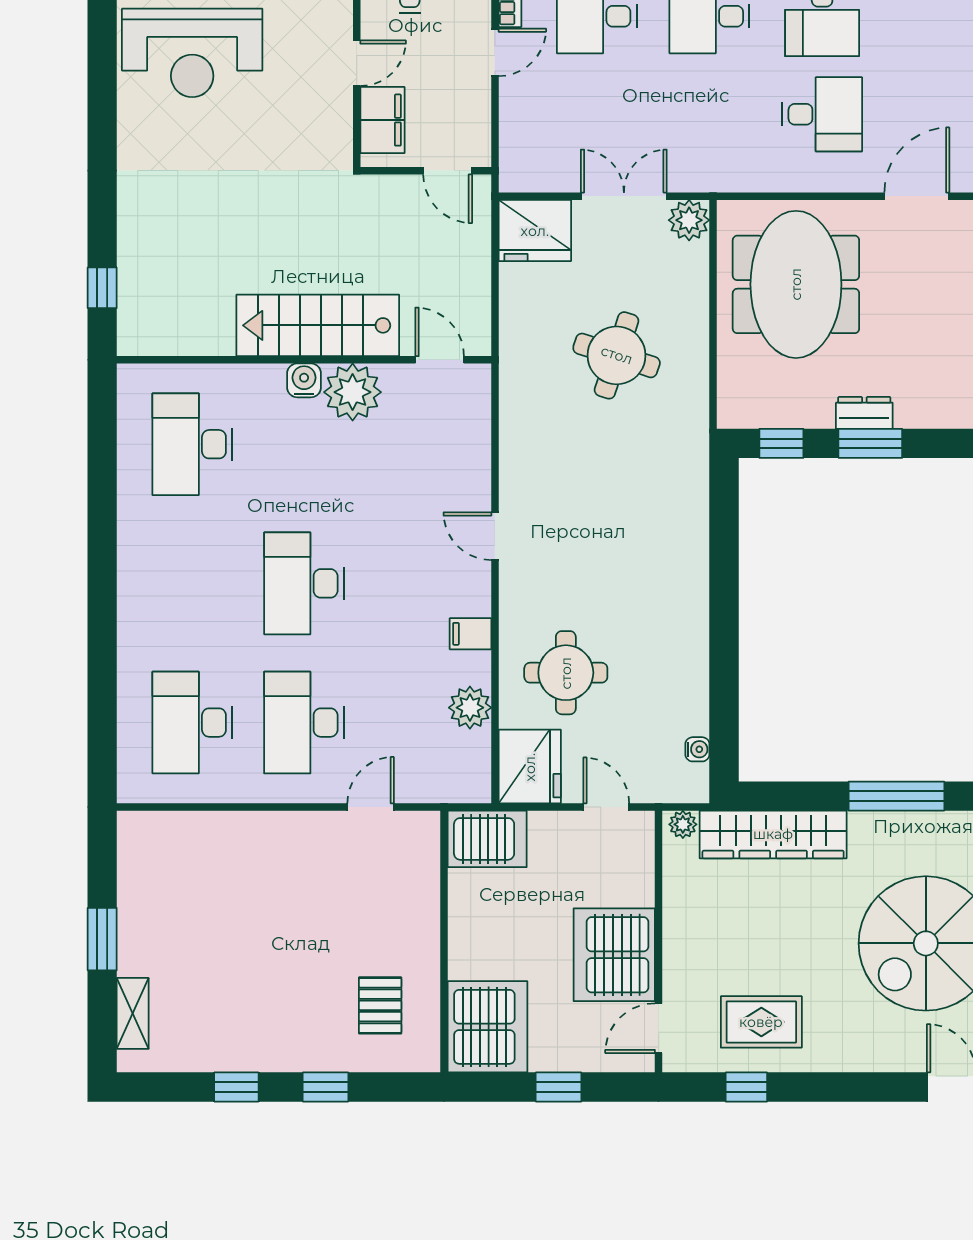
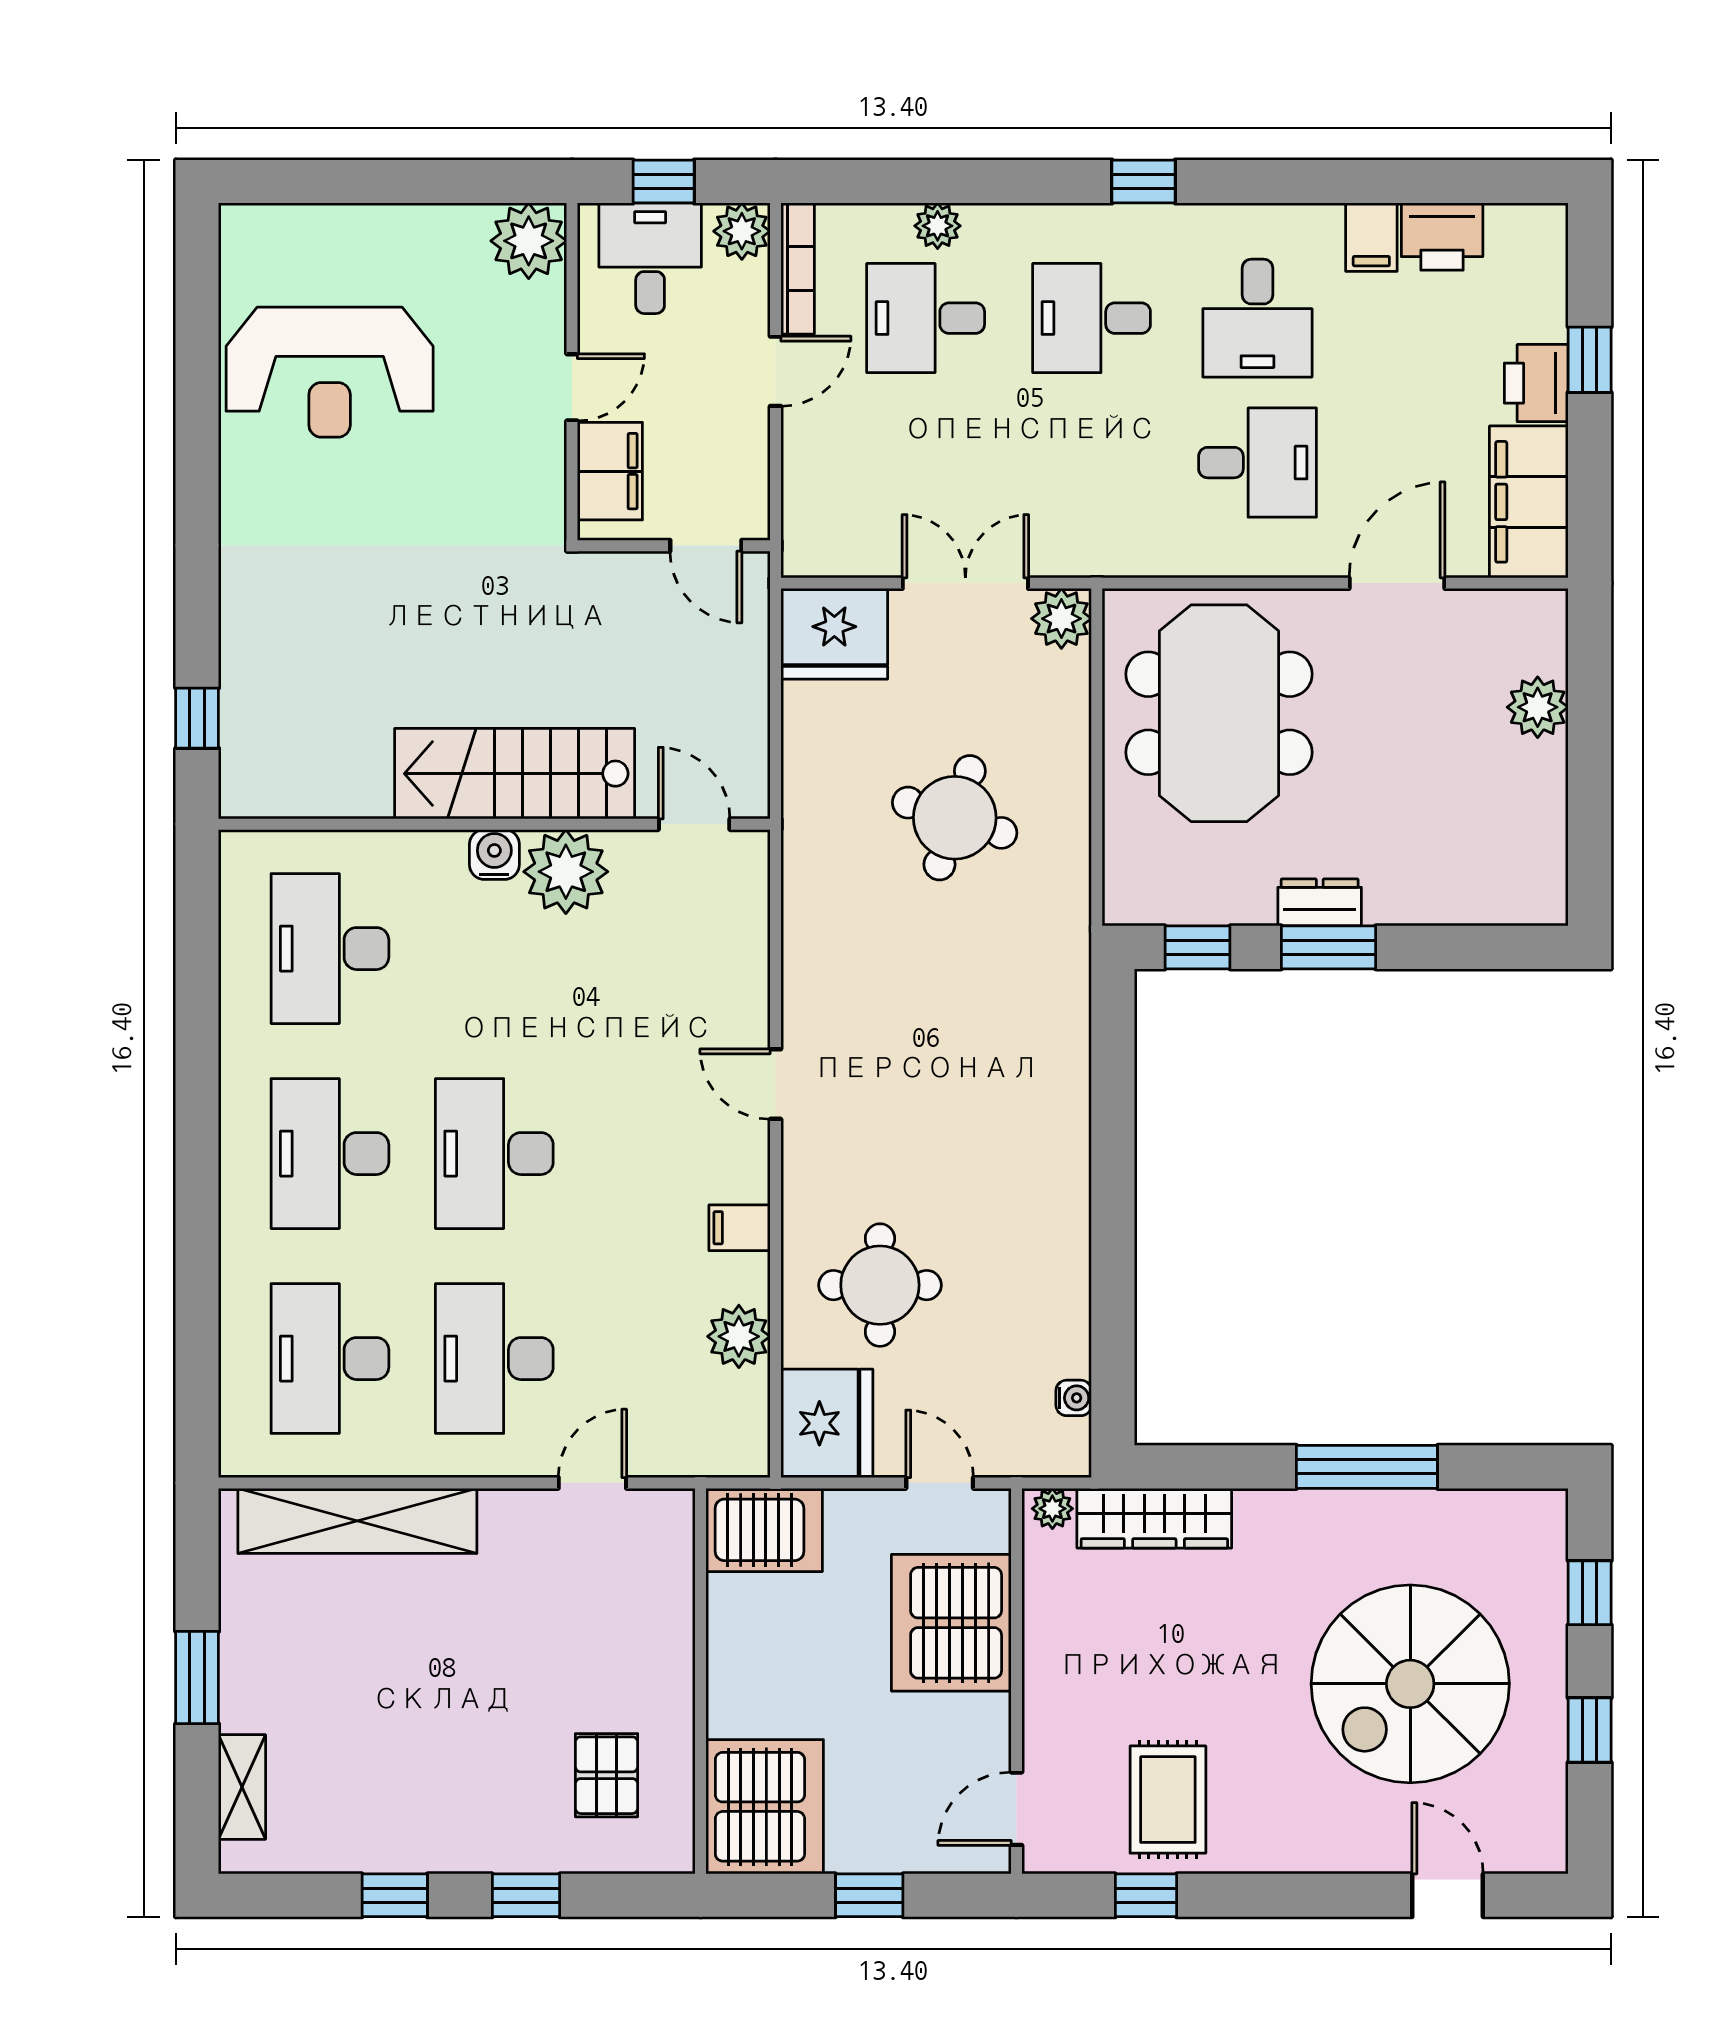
desk: (192, 583) -> (330, 1154), added
shelving: (211, 833) -> (357, 1521), added
wardrobe: (773, 834) -> (1154, 1518), width x0.71, depth x0.85
server rack: (614, 955) -> (951, 1623), moved
rug: (761, 1022) -> (1168, 1800), turned 90

